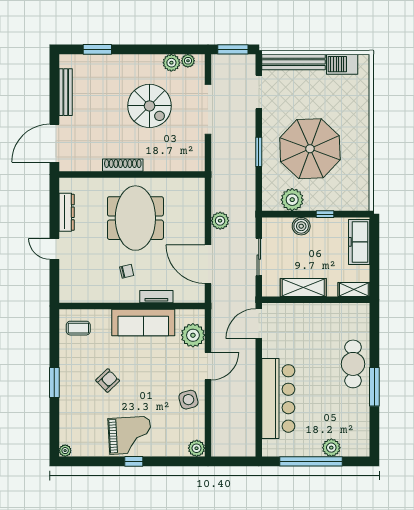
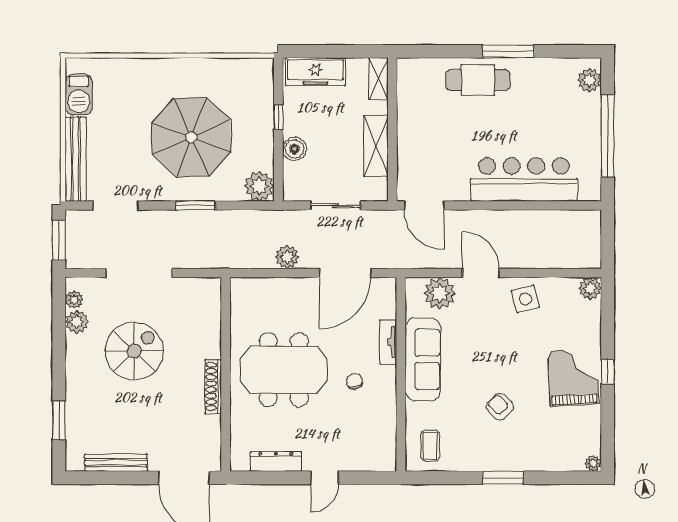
plant: (292, 200) -> (259, 186), moved
plant: (331, 448) -> (589, 80), moved

